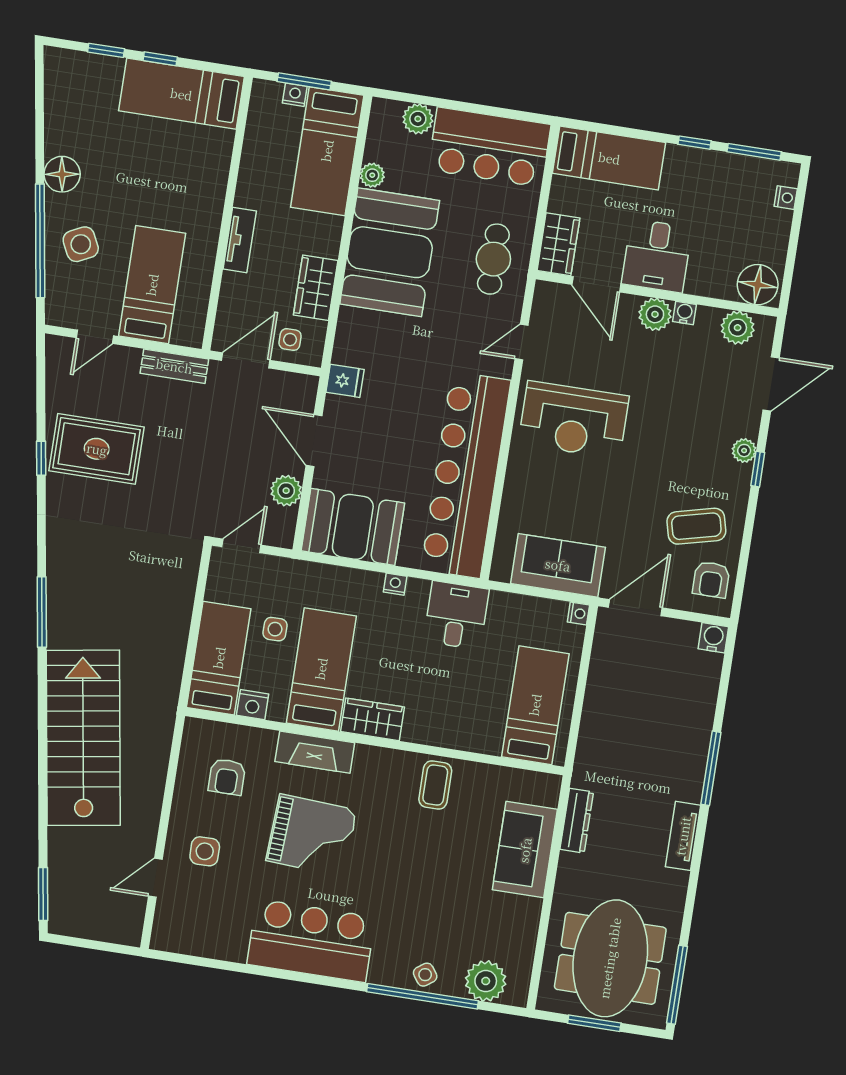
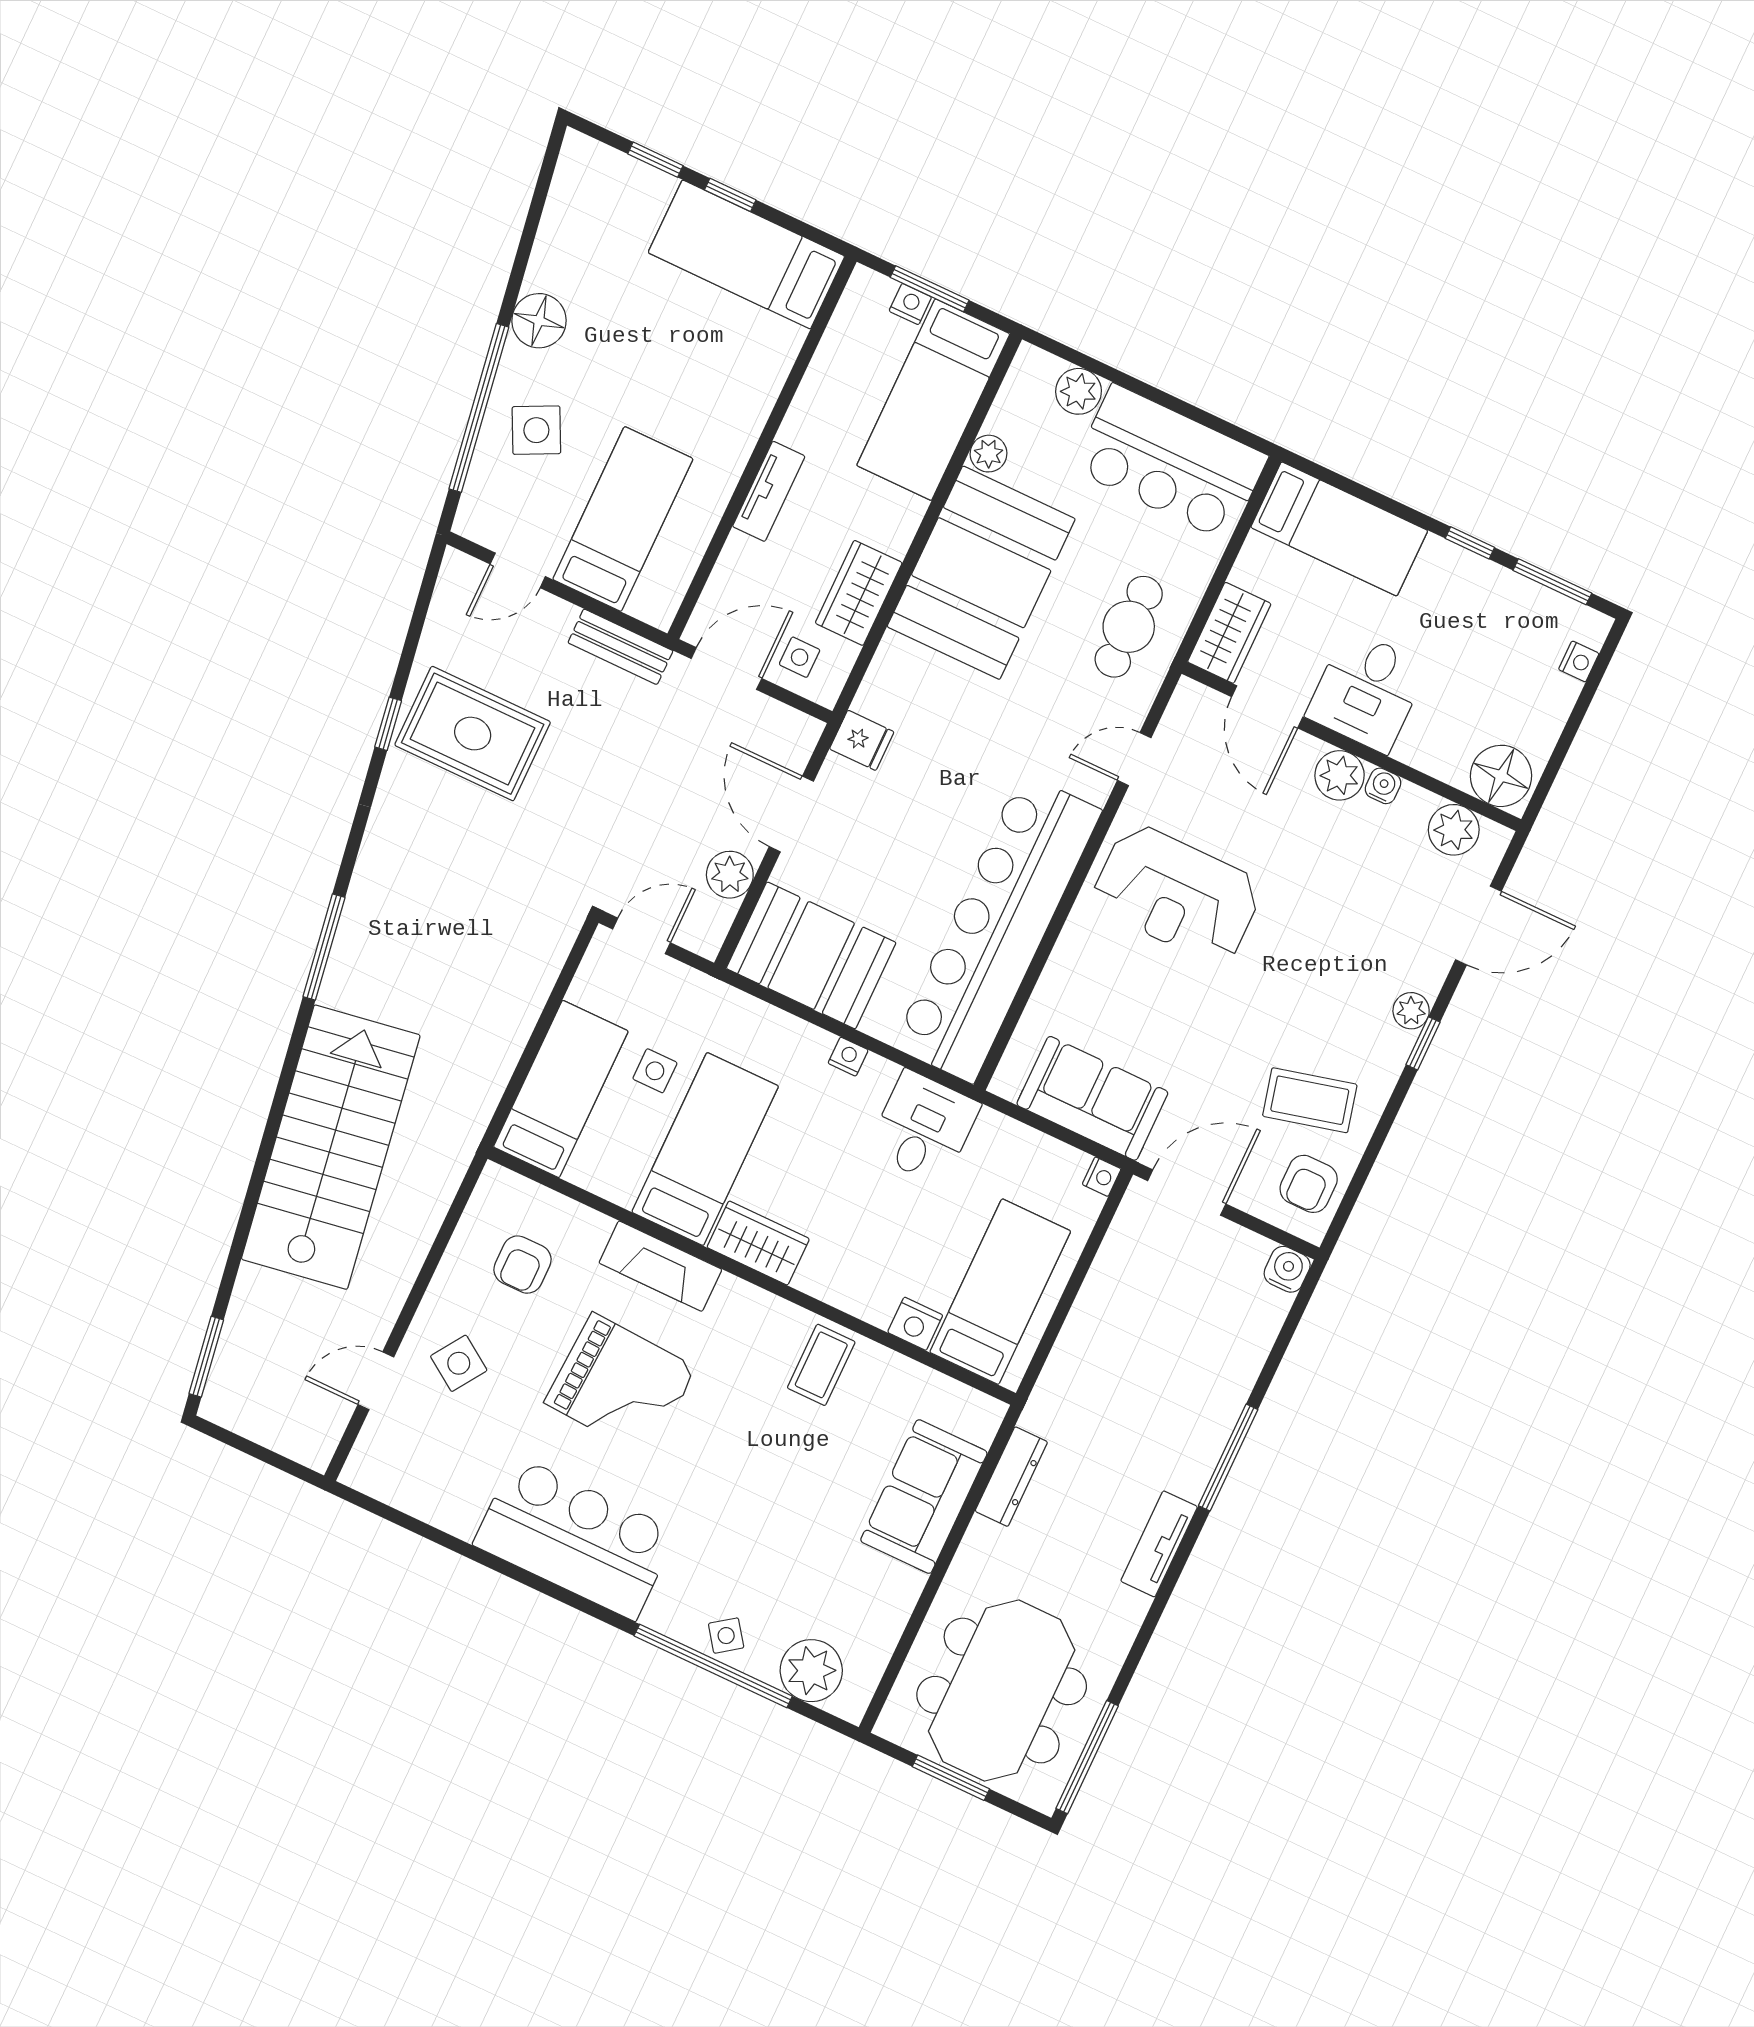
nightstand: (253, 705) -> (915, 1324), moved
side table: (205, 851) -> (459, 1363), turned 35

